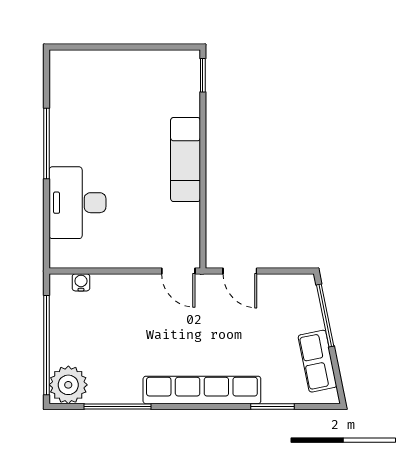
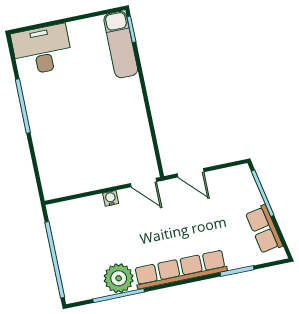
exam couch: (186, 160) -> (121, 45), moved
desk: (78, 203) -> (42, 50), moved, turned 90
water cooler: (81, 282) -> (111, 198), moved
plant: (68, 385) -> (119, 278), moved

